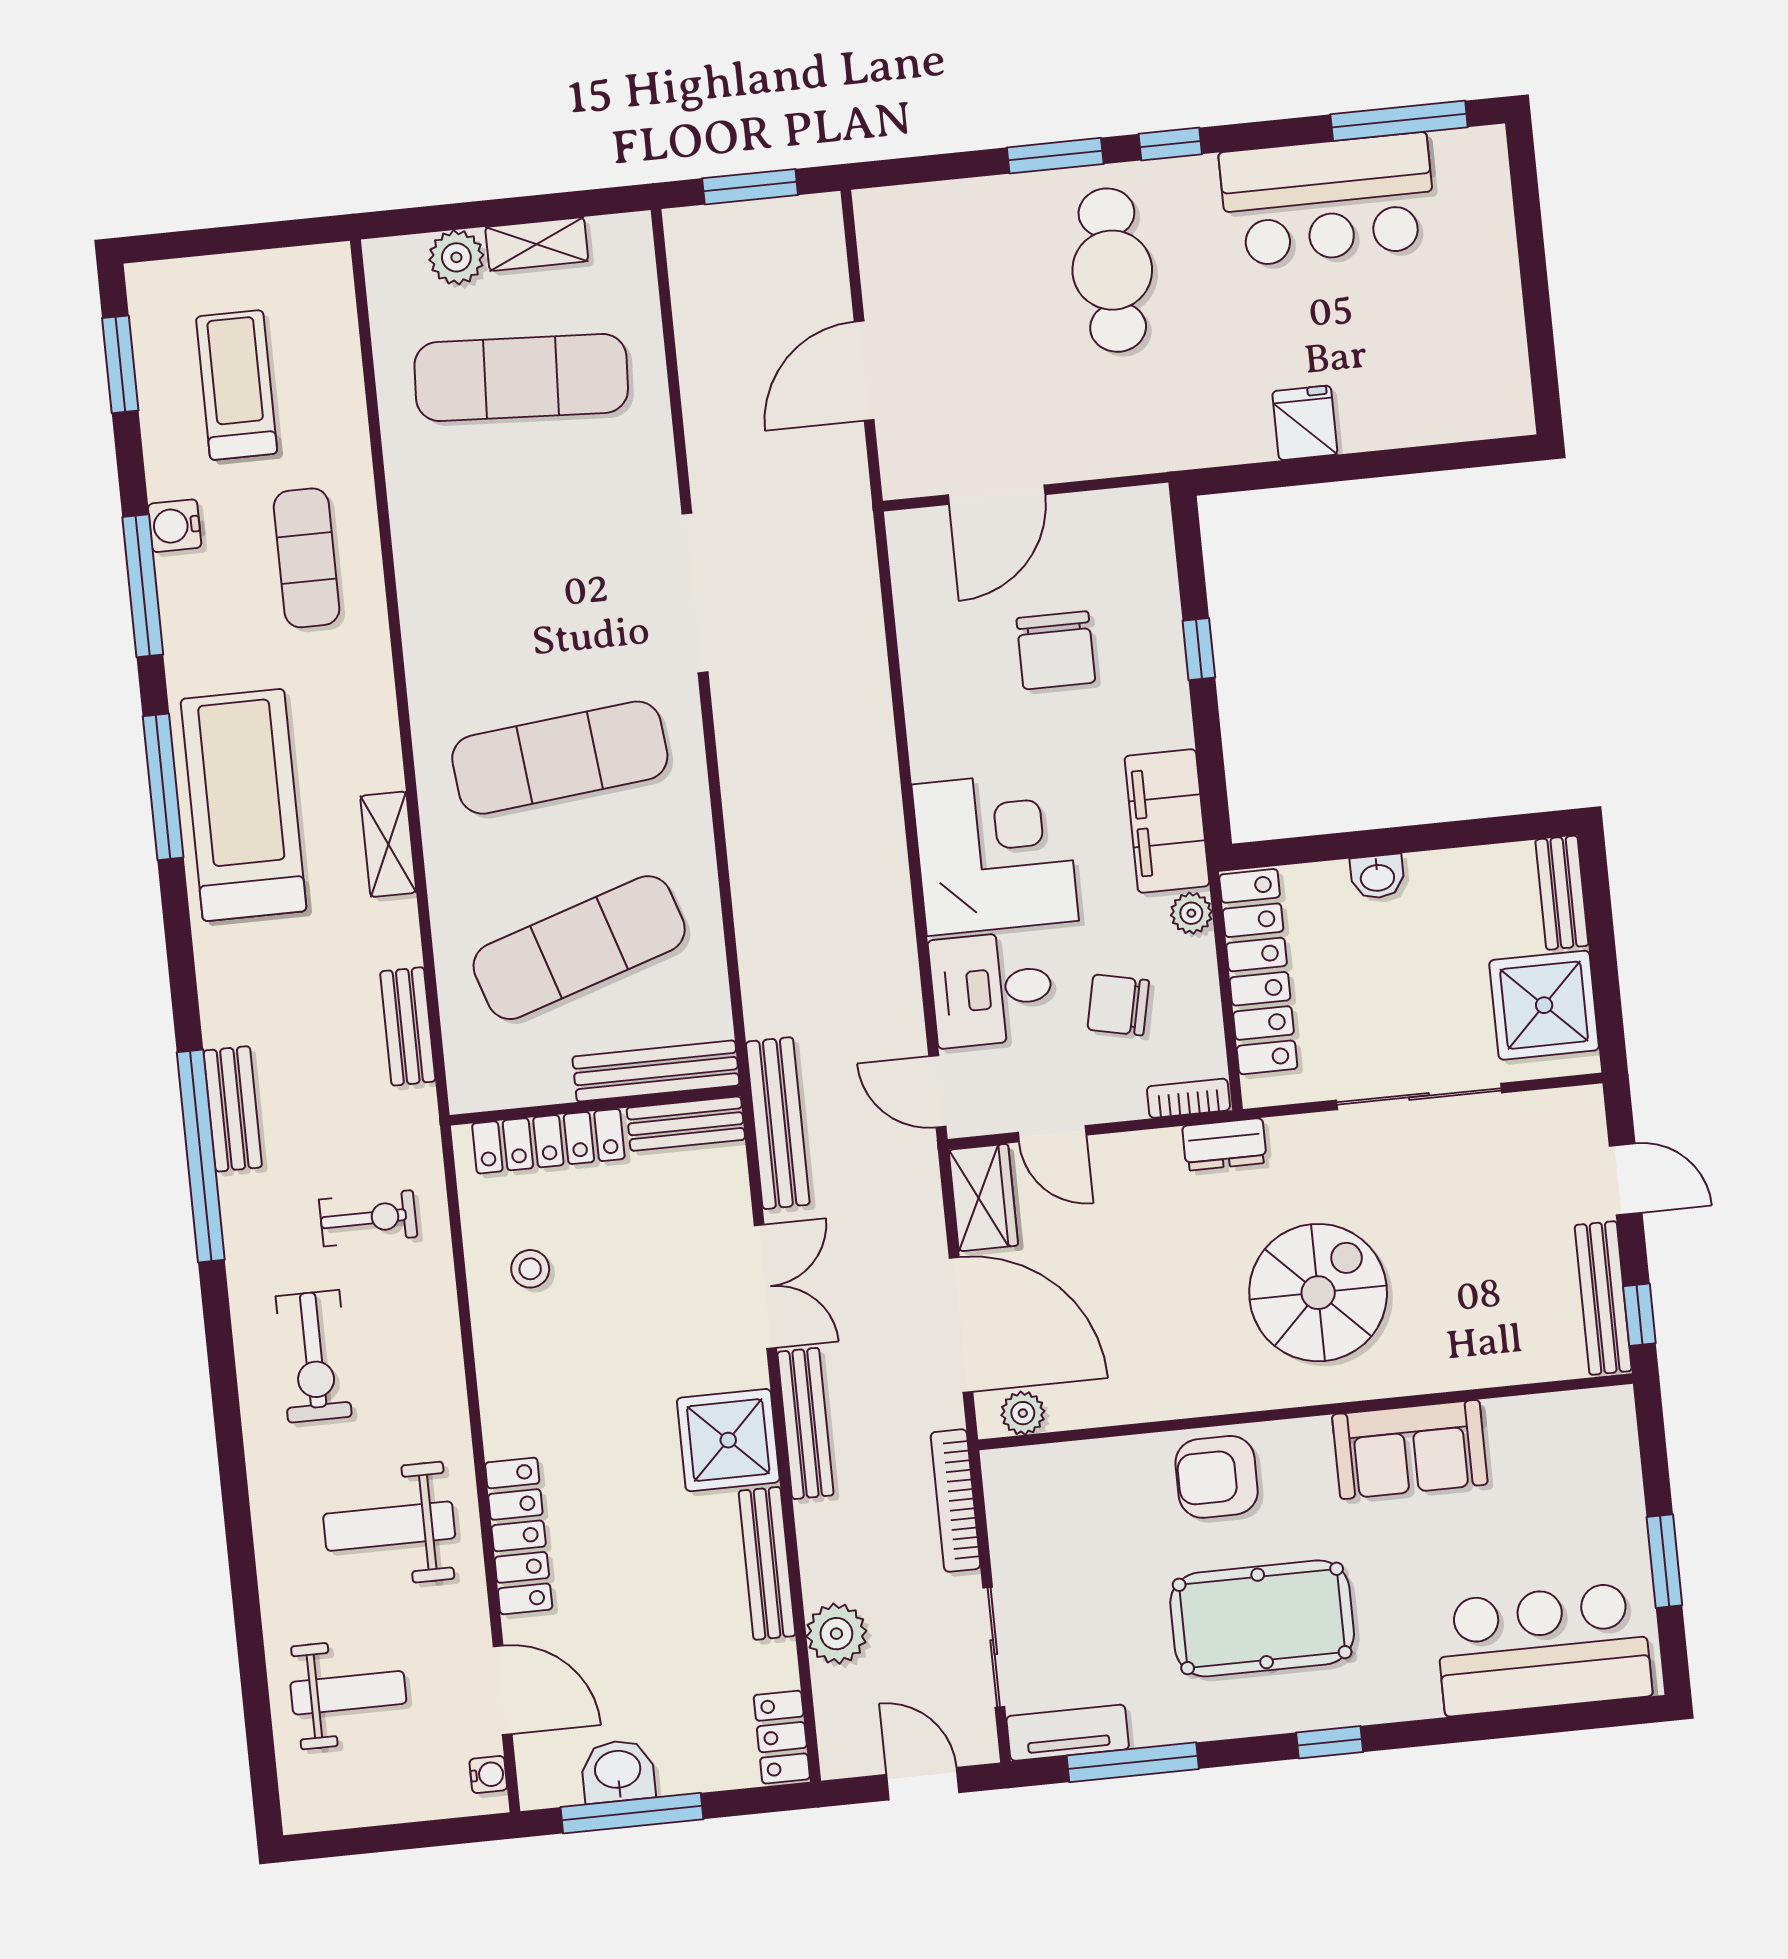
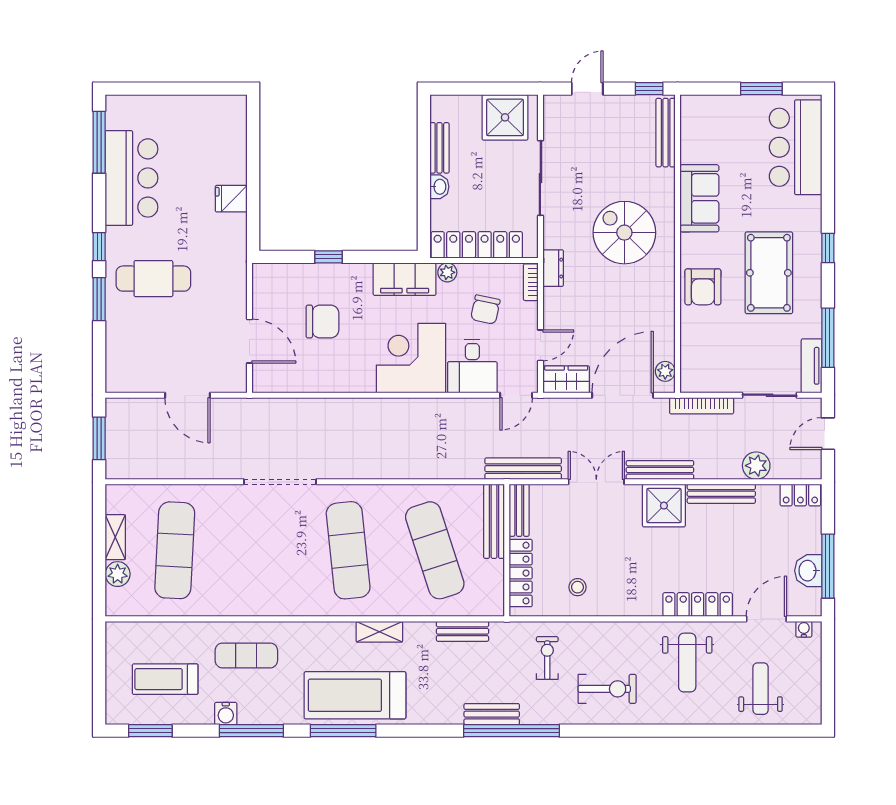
bench: (1562, 893) -> (439, 148), moved, turned 90
bench: (1603, 1298) -> (666, 133), moved, turned 90

